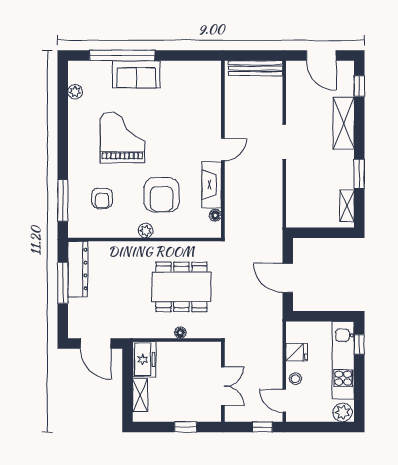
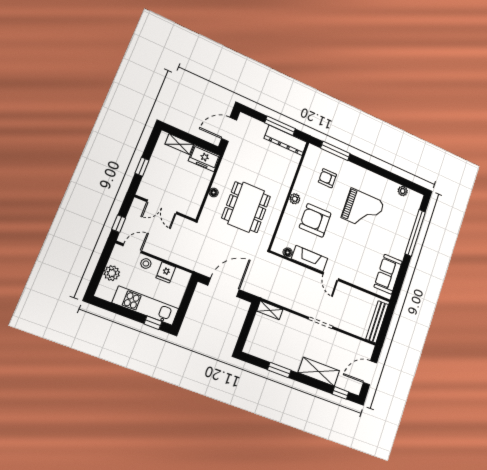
sofa: (136, 74) -> (388, 274), moved
shelving: (347, 206) -> (270, 310), moved
door: (288, 278) -> (224, 287), width x1.36
plant: (342, 412) -> (112, 273), moved

